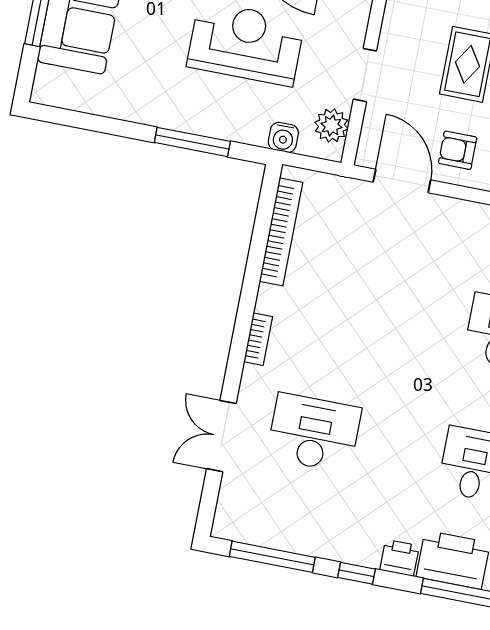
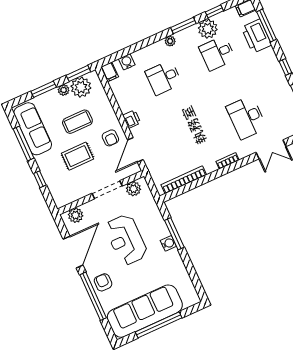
doorway: (365, 75) -> (107, 190), width x1.38
water cooler: (283, 137) -> (168, 243), moved
printer: (400, 558) -> (132, 119), moved, turned 180

